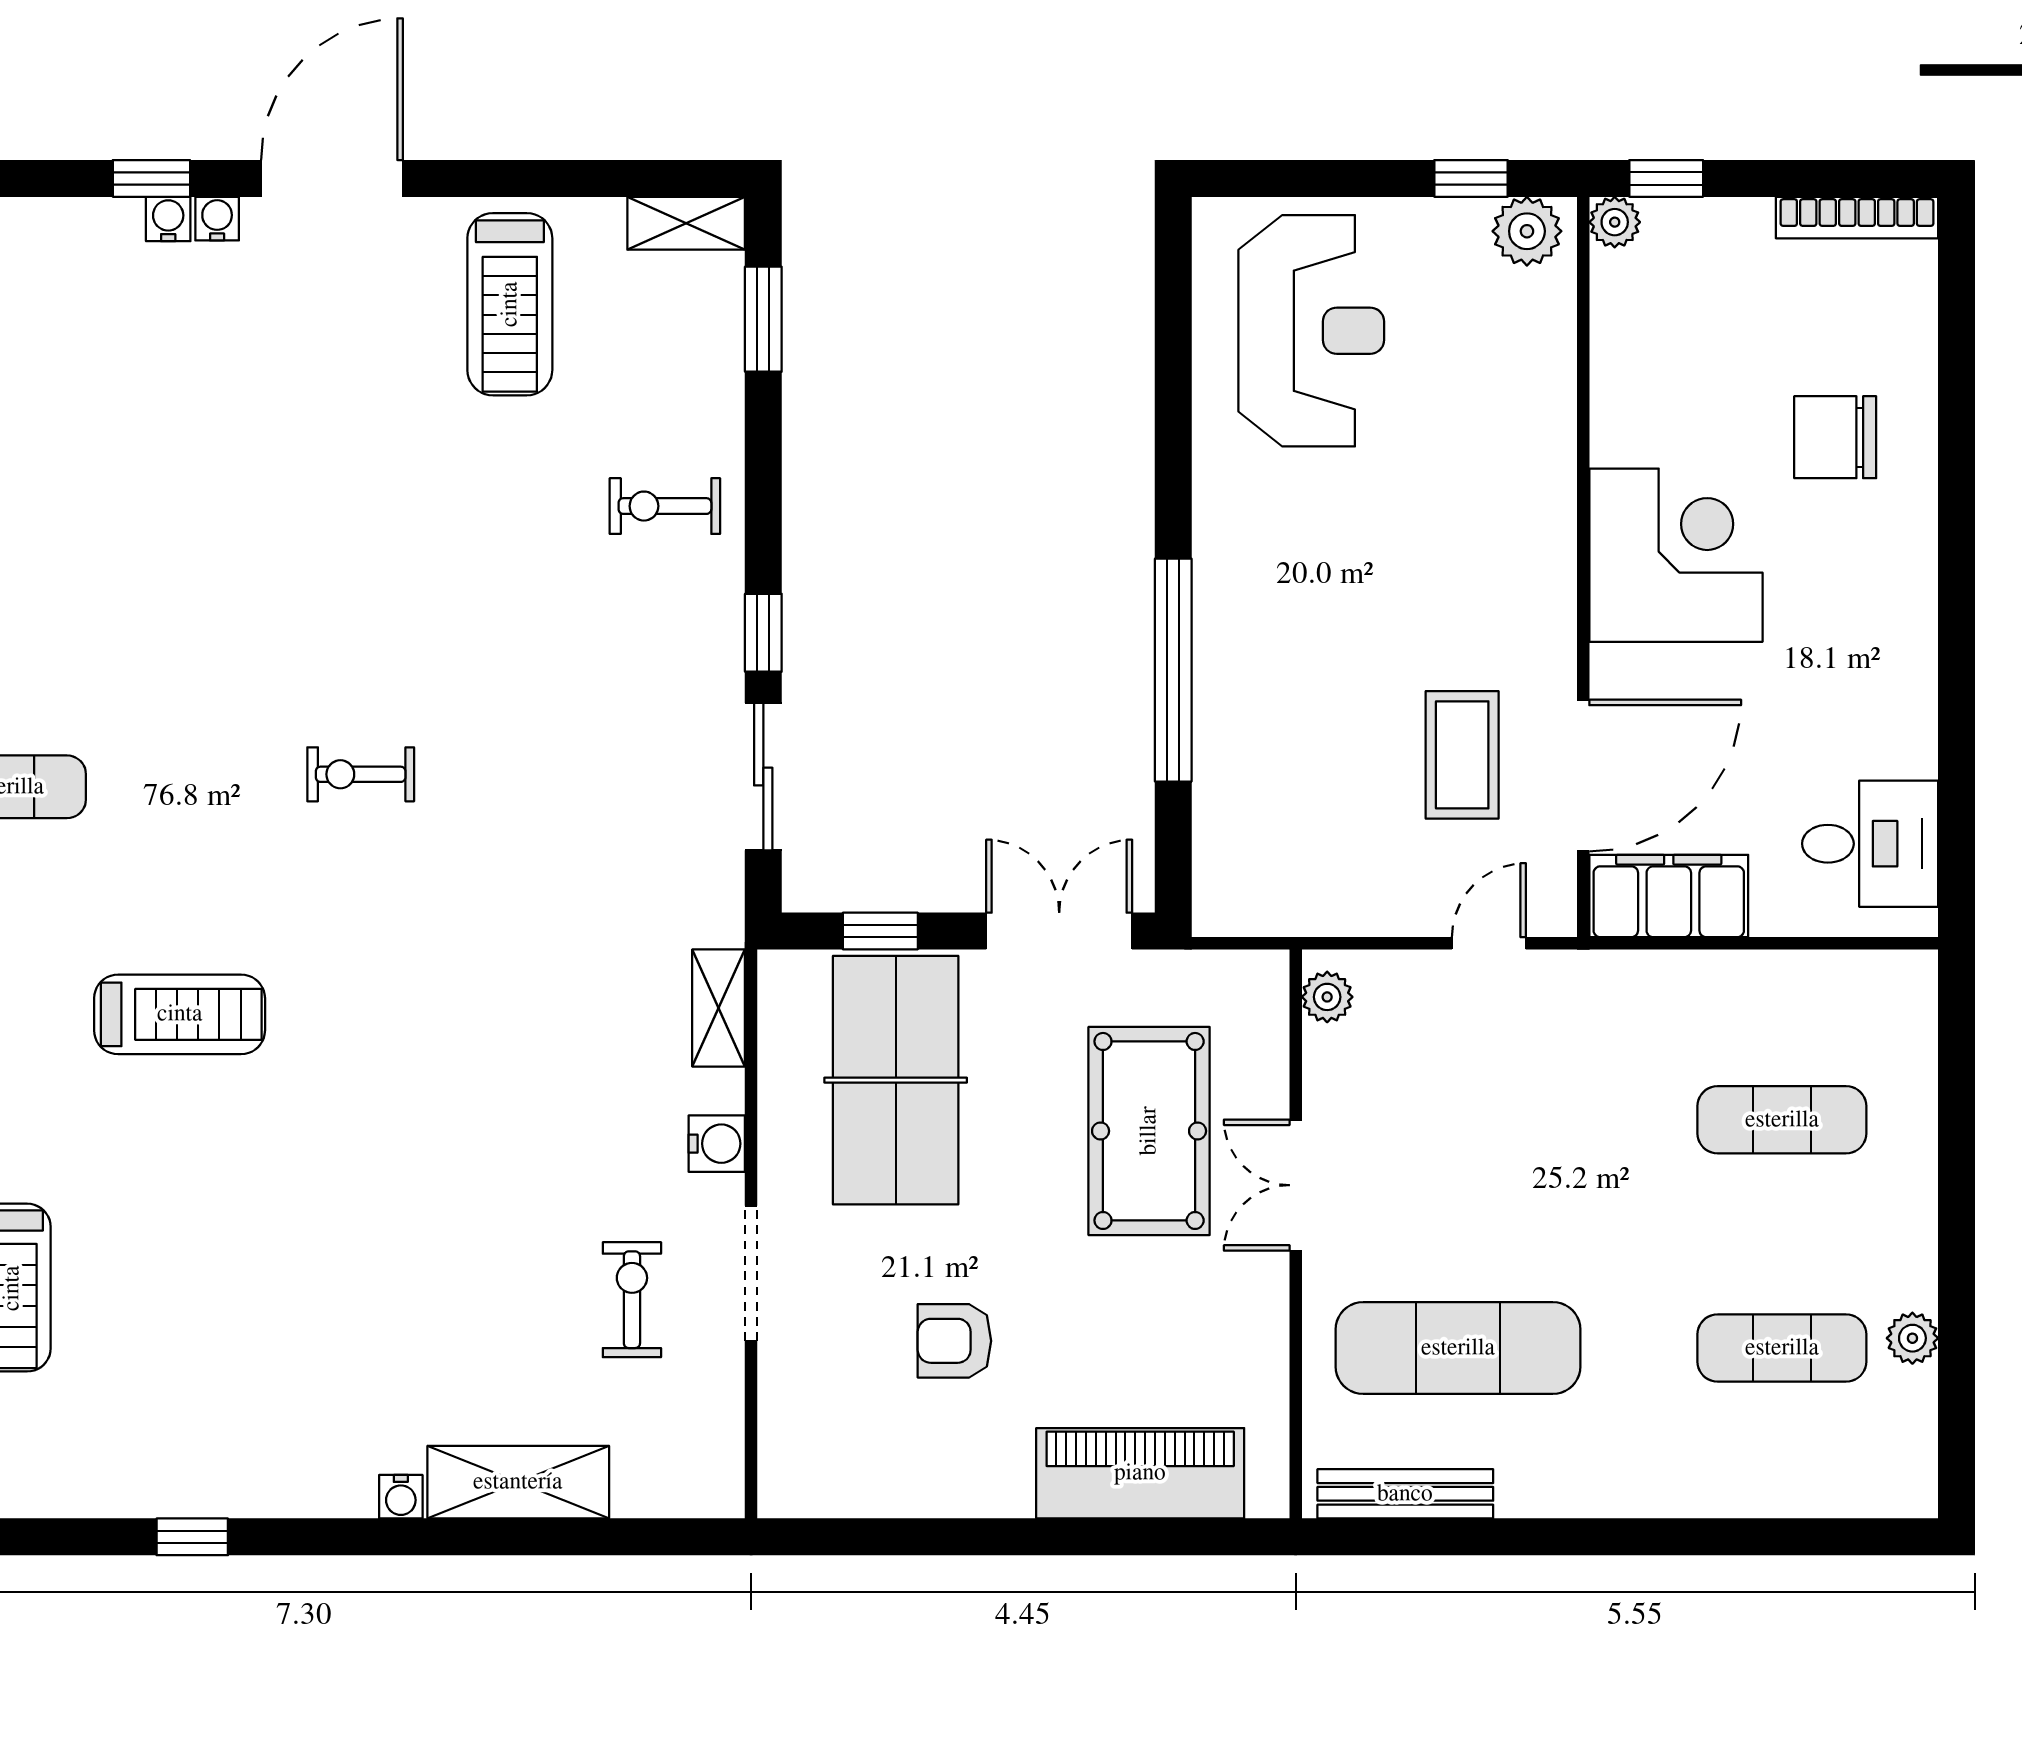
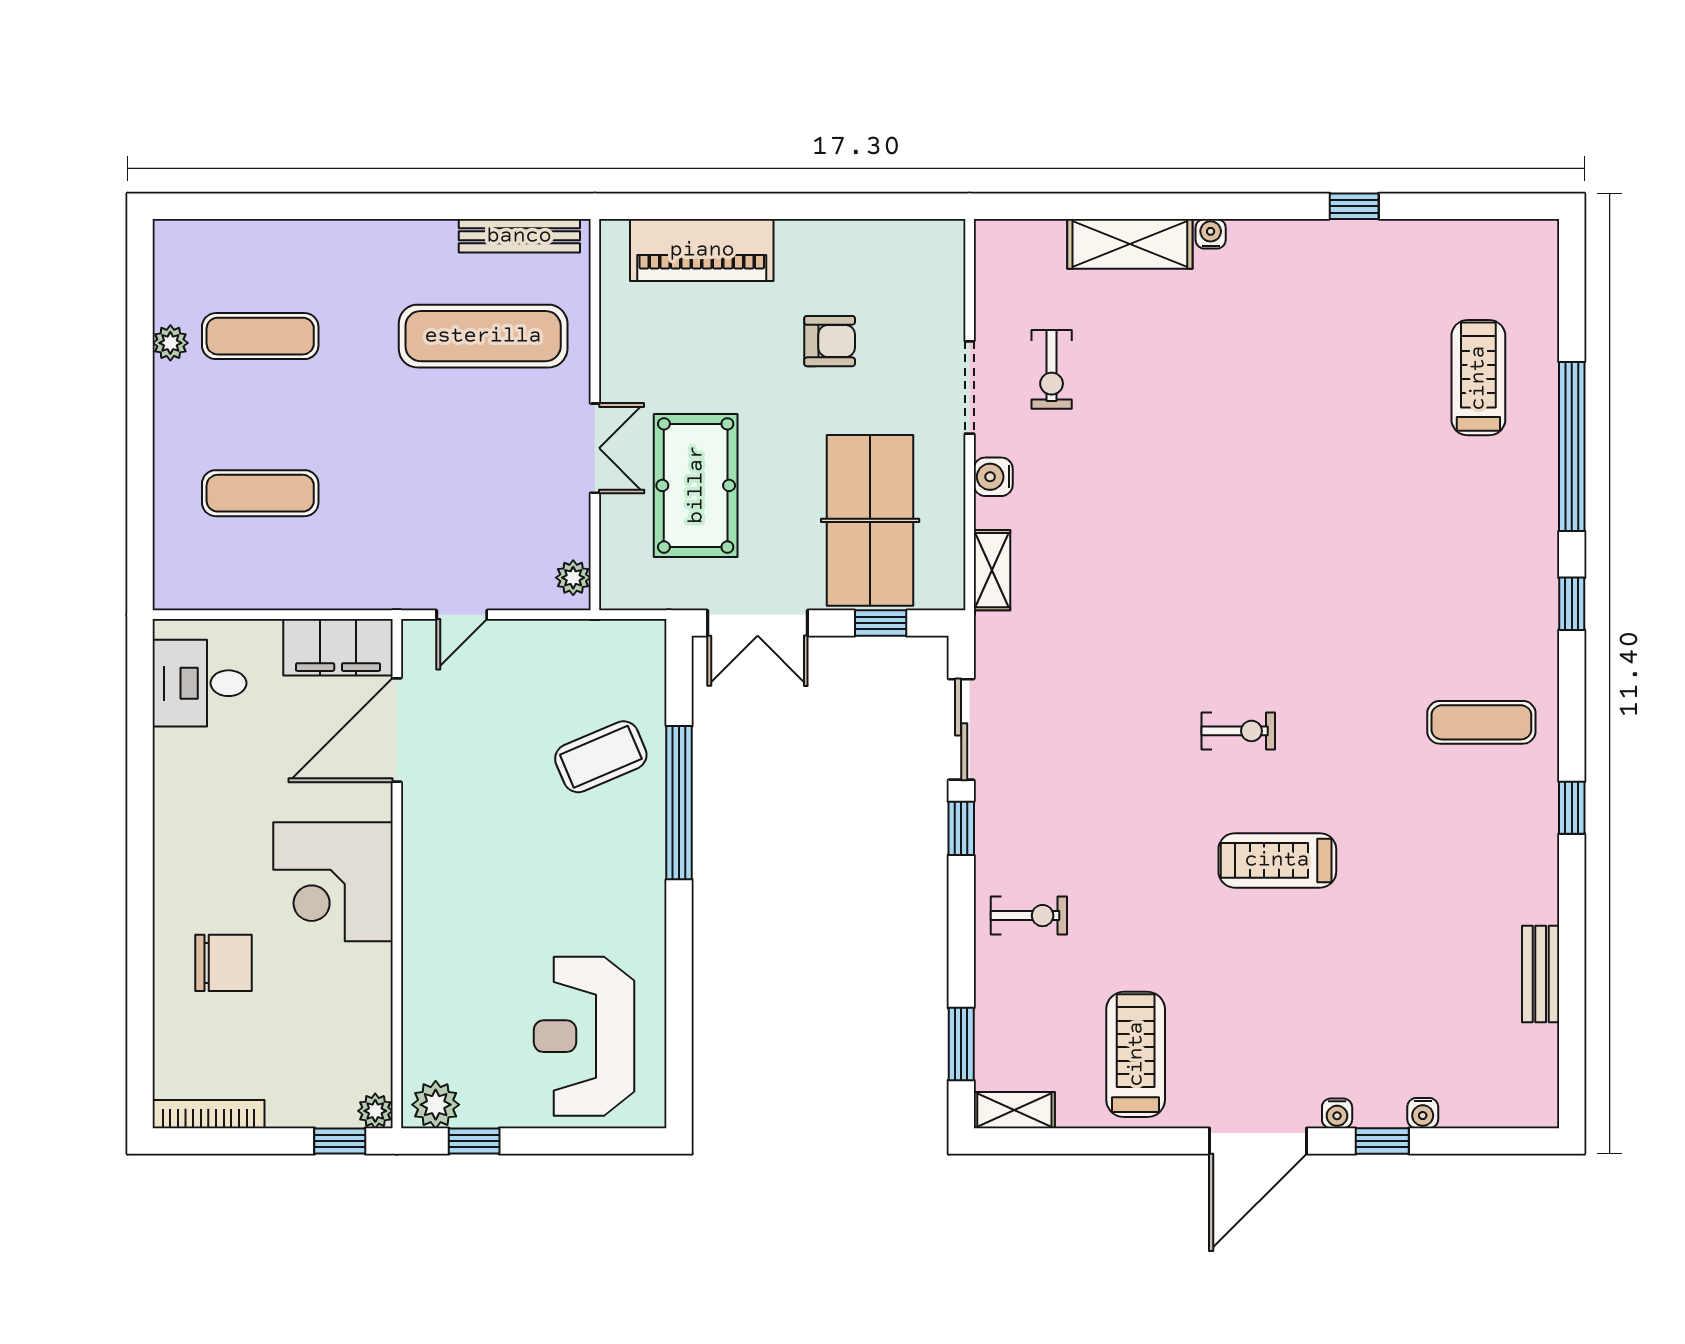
water cooler: (168, 219) -> (1423, 1113), moved
coffee table: (1462, 755) -> (601, 757), moved, turned 67
treadmill: (180, 1014) -> (1277, 860), moved

